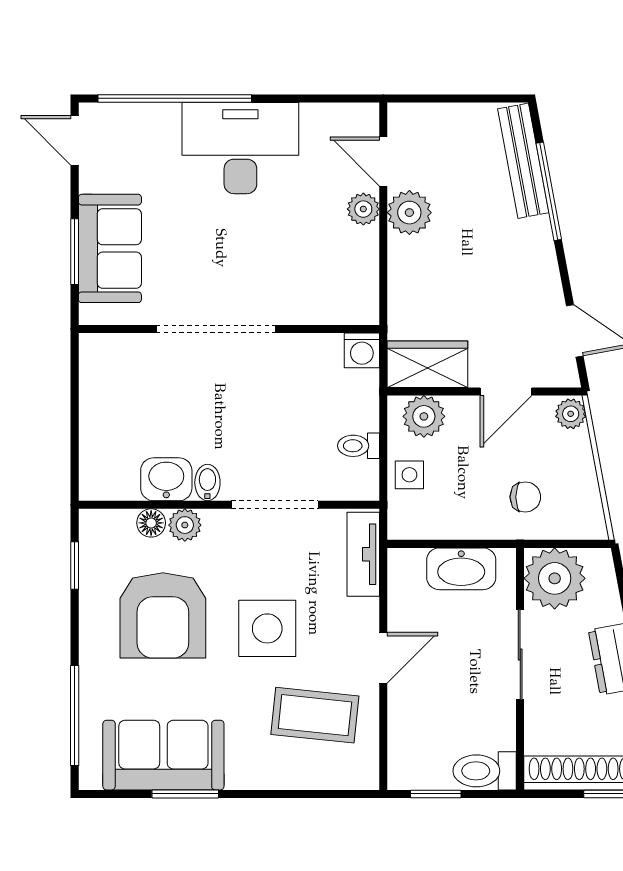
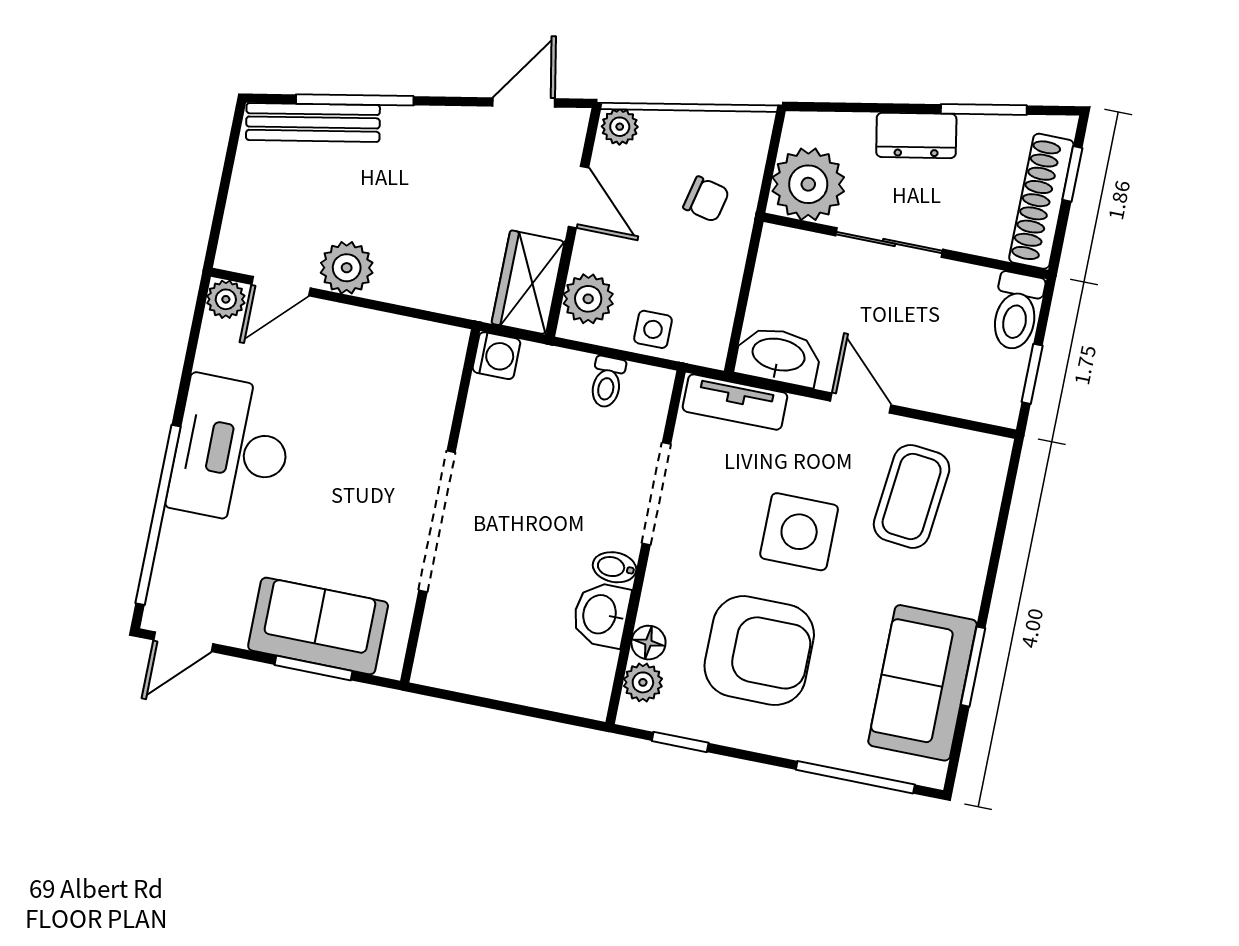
plant: (363, 209) -> (226, 299), moved
chair: (525, 497) -> (706, 199), turned 103
plant: (185, 525) -> (643, 682), moved
washbasin: (461, 569) -> (778, 356), moved, turned -90

